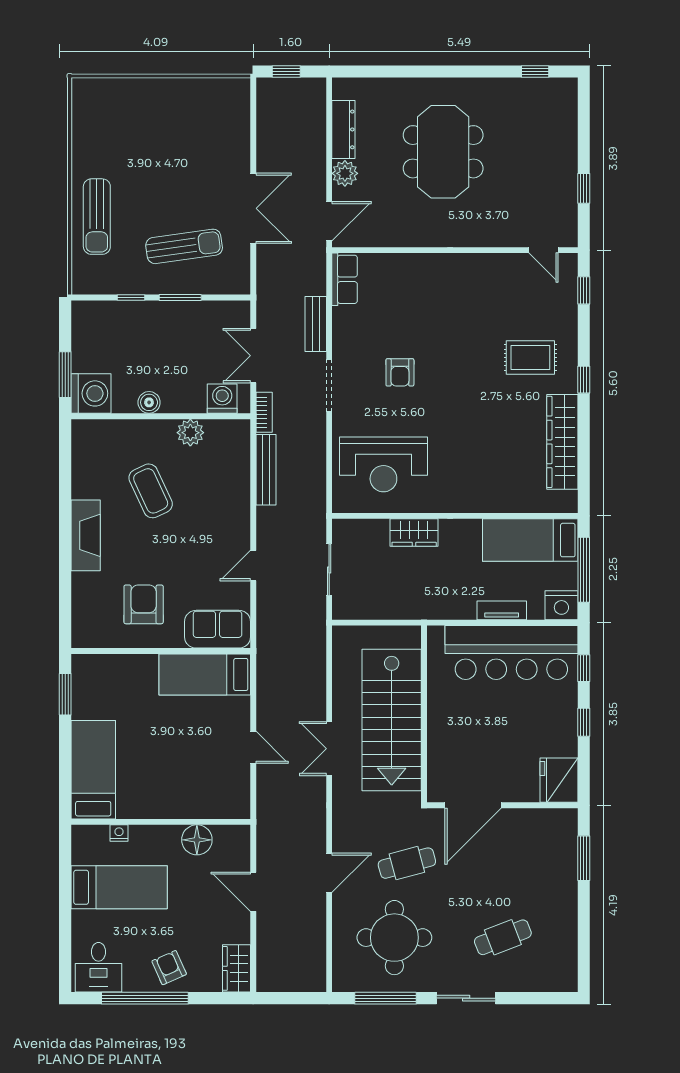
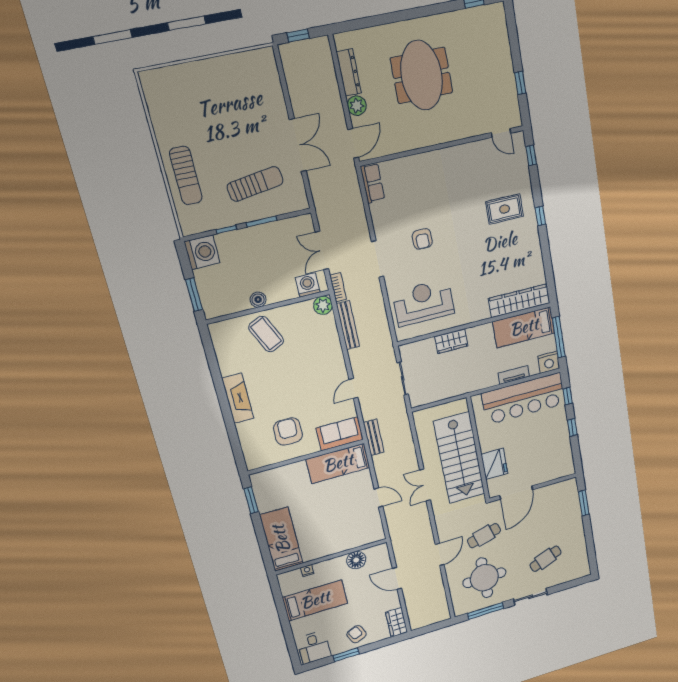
bench: (316, 324) -> (374, 437), moved
washing machine: (91, 393) -> (202, 252), moved
plant: (190, 433) -> (323, 305), moved
wardrobe: (562, 442) -> (519, 301), moved, turned 90
reception desk: (383, 464) -> (424, 302), turned 180
coffee table: (151, 491) -> (266, 334), moved
fridge: (559, 780) -> (494, 464), moved, turned 180
window: (145, 998) -> (346, 655), width x0.47

